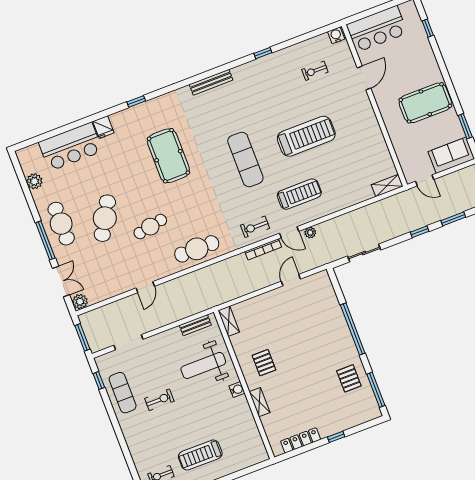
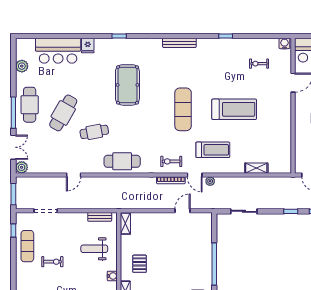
shelving: (387, 185) -> (256, 168), moved
weight bench: (203, 365) -> (94, 249), width x0.73, depth x0.75

